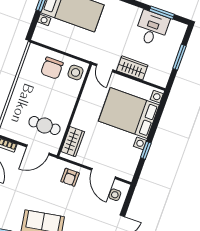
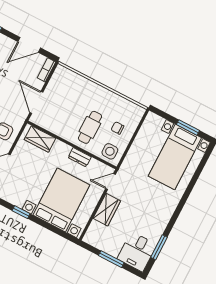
desk: (152, 28) -> (137, 252), moved, turned 90
chair: (52, 68) -> (118, 128), width x0.54, depth x0.54
dresser: (85, 101) -> (80, 157), added
cafe table: (44, 125) -> (90, 127), moved

